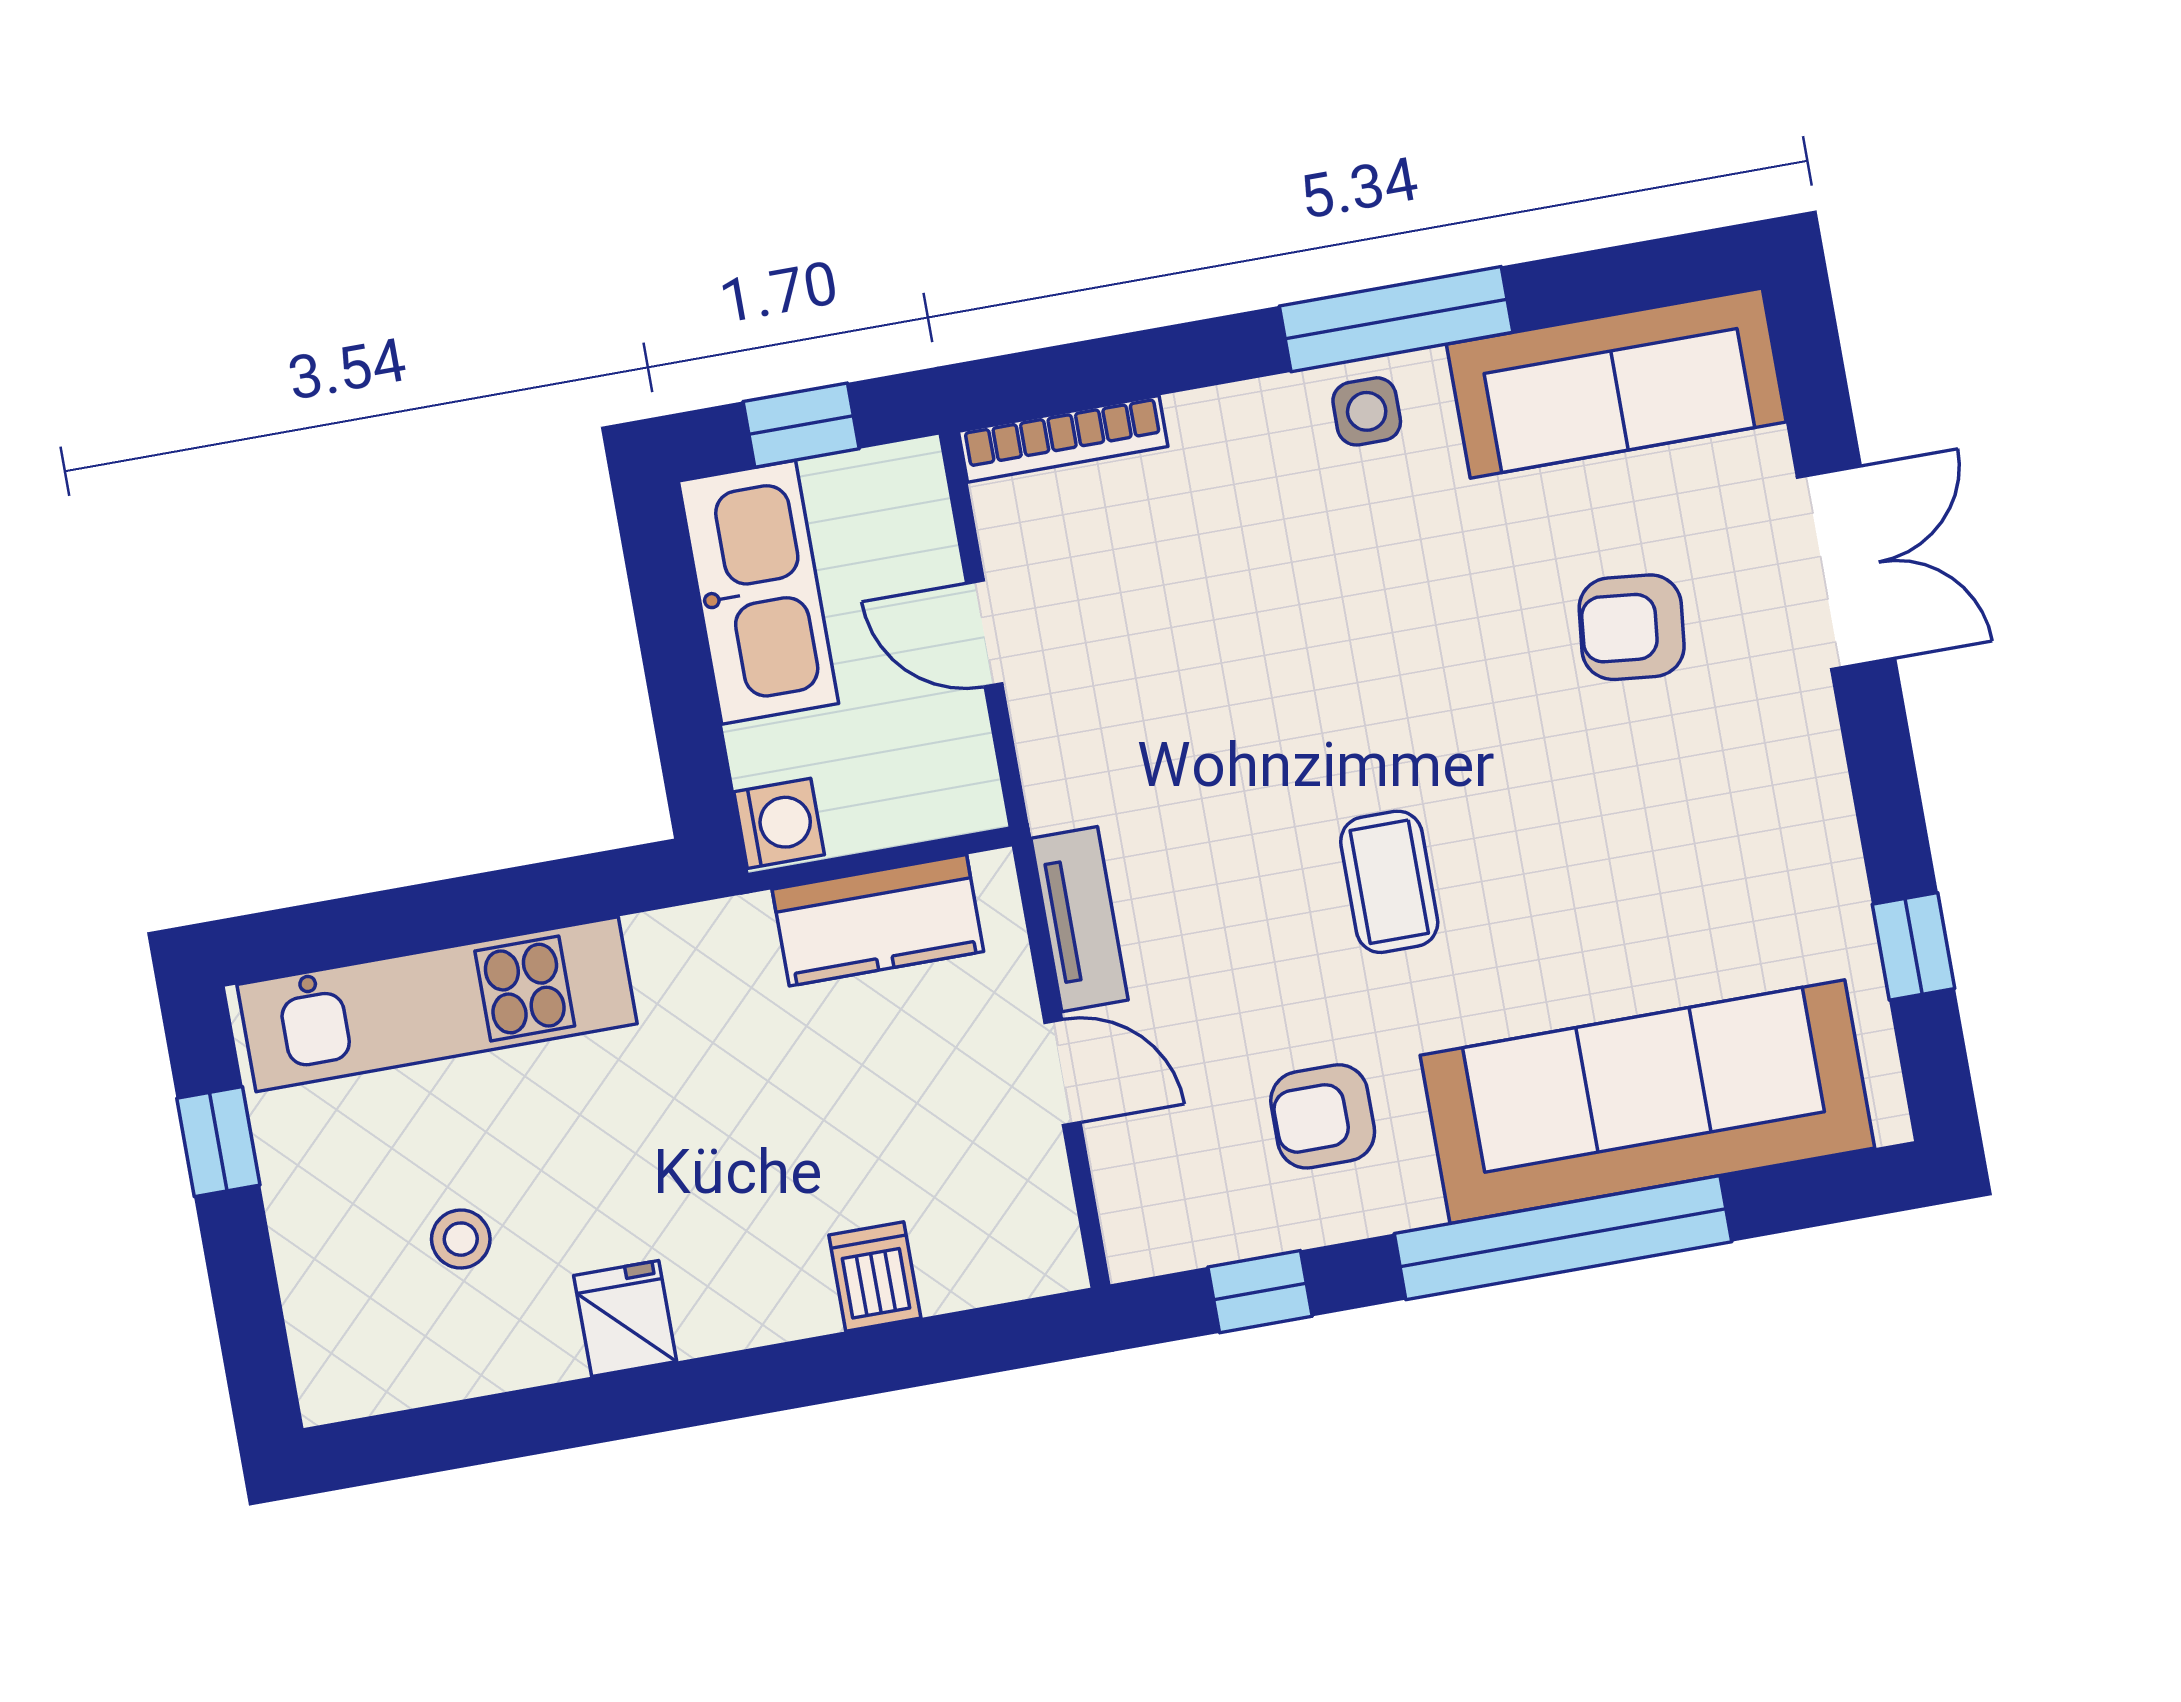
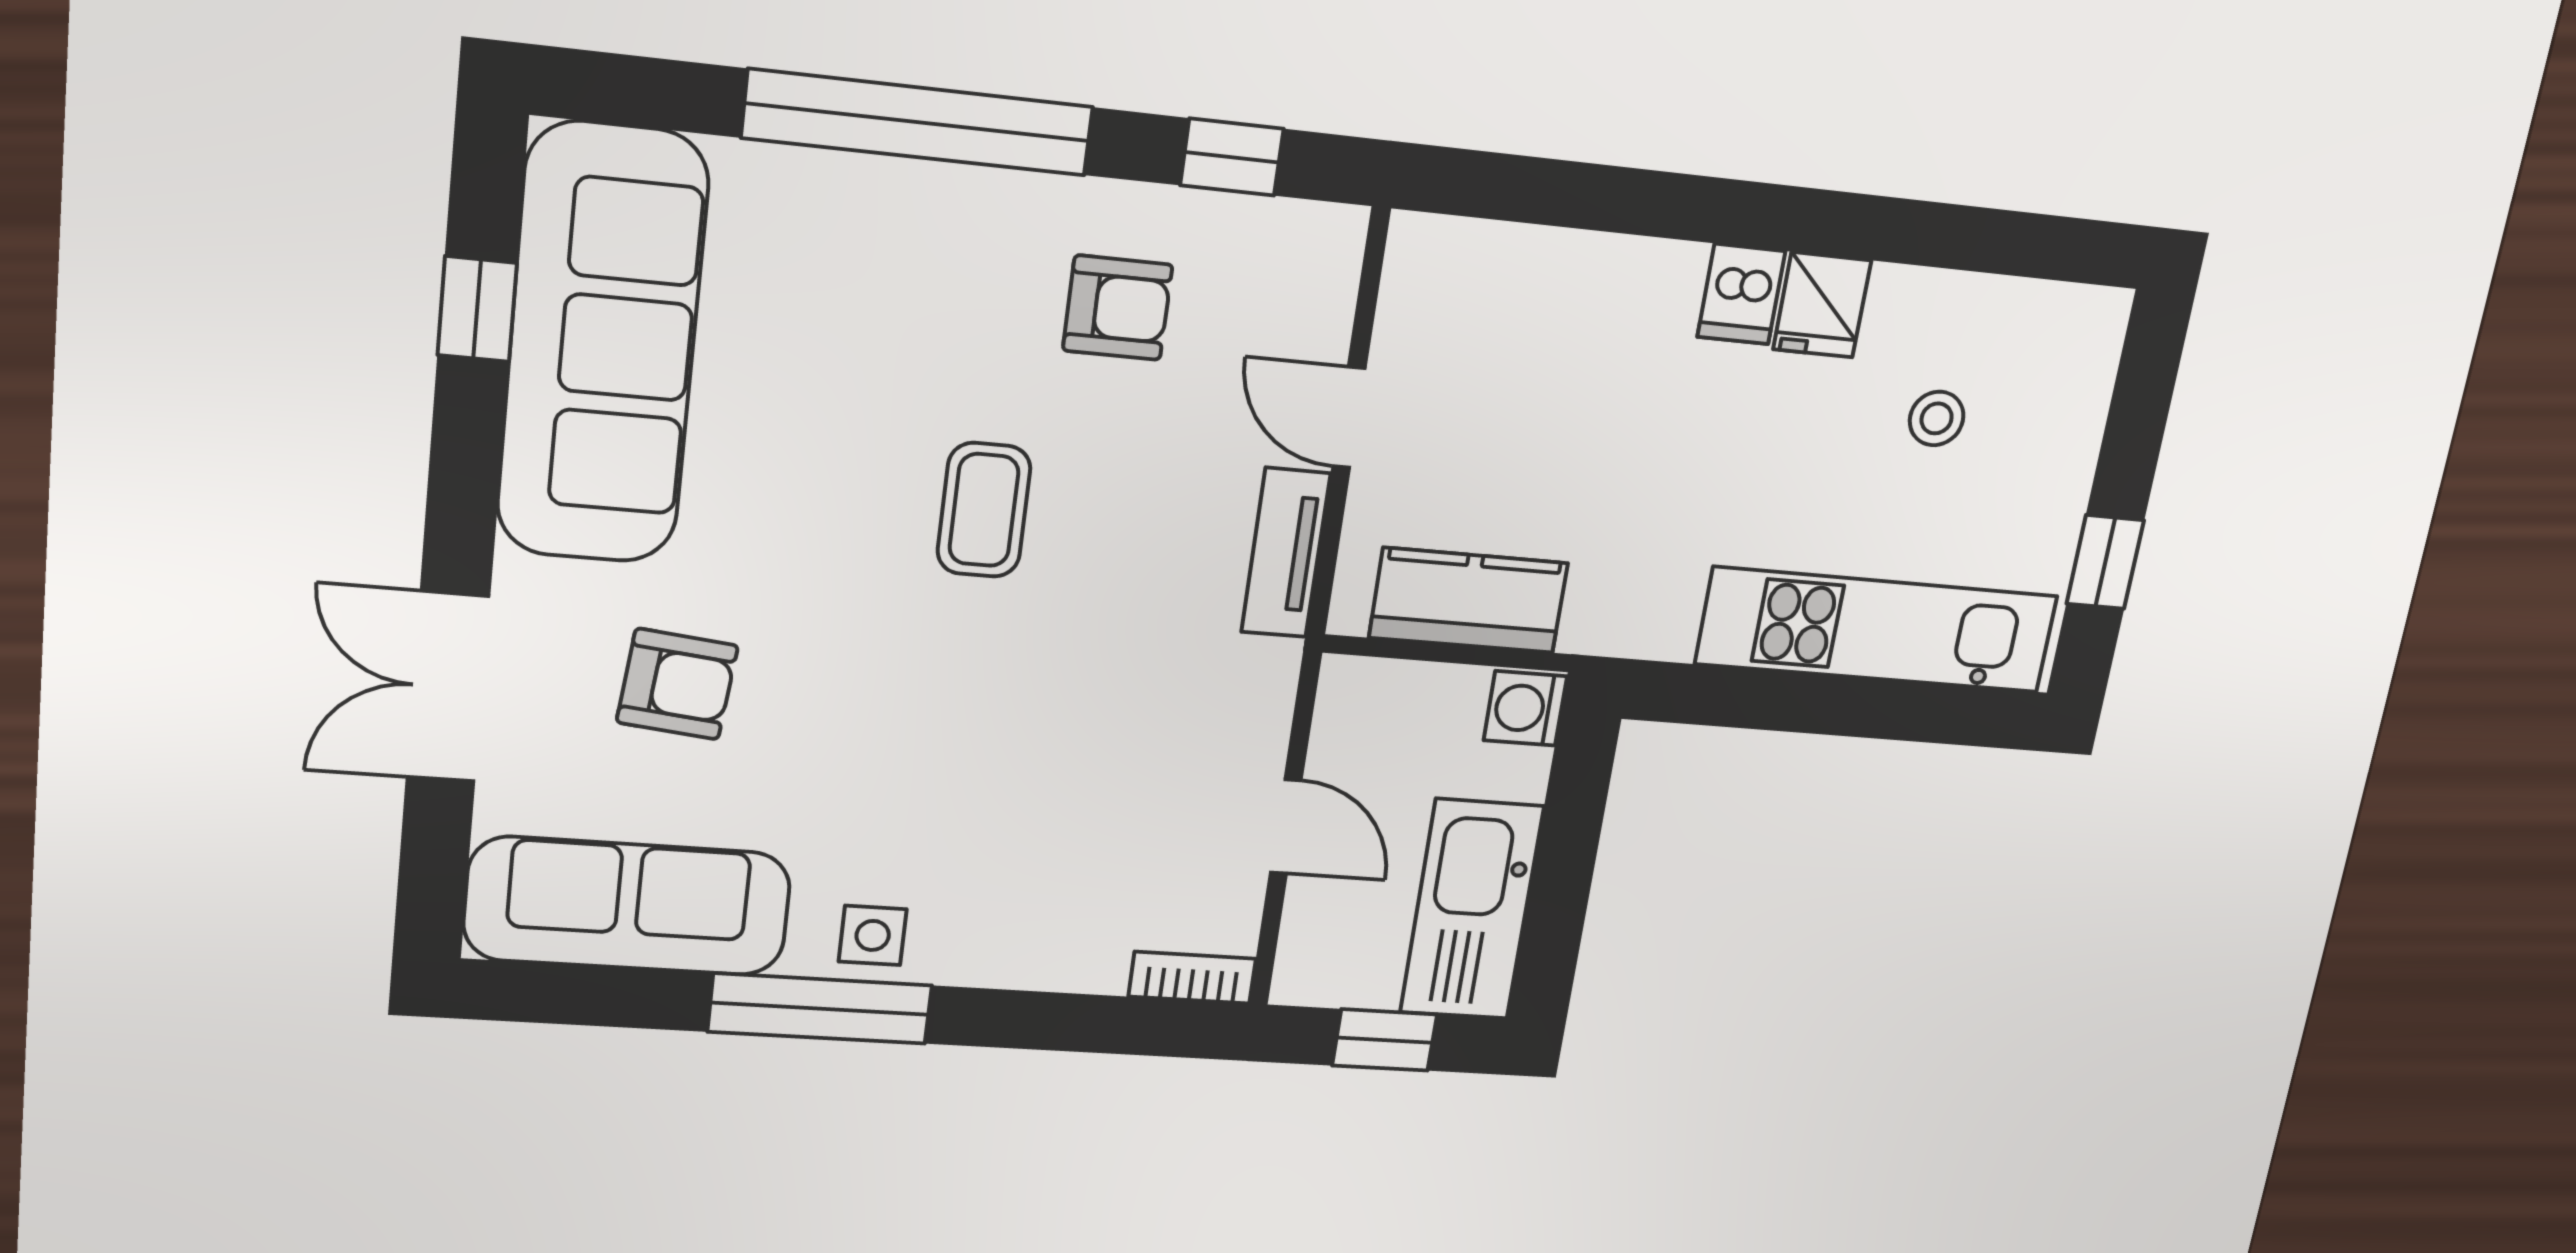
bookcase: (1063, 439) -> (1192, 978), width x0.64
sofa: (1647, 1102) -> (602, 345), moved, turned -90
dishwasher: (875, 1276) -> (1741, 294), moved

